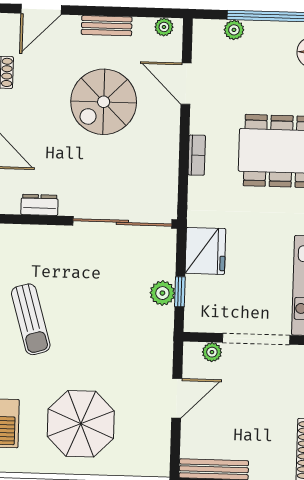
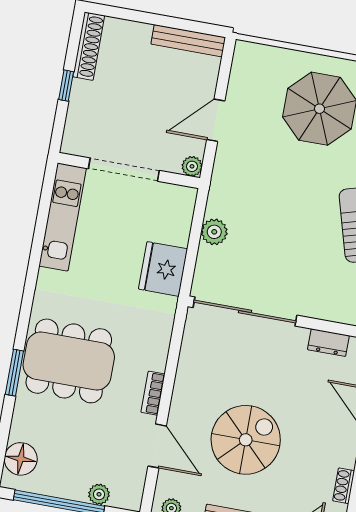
bookcase: (197, 155) -> (153, 393), moved
window: (180, 292) -> (196, 230), removed
plant: (212, 352) -> (192, 166), moved

